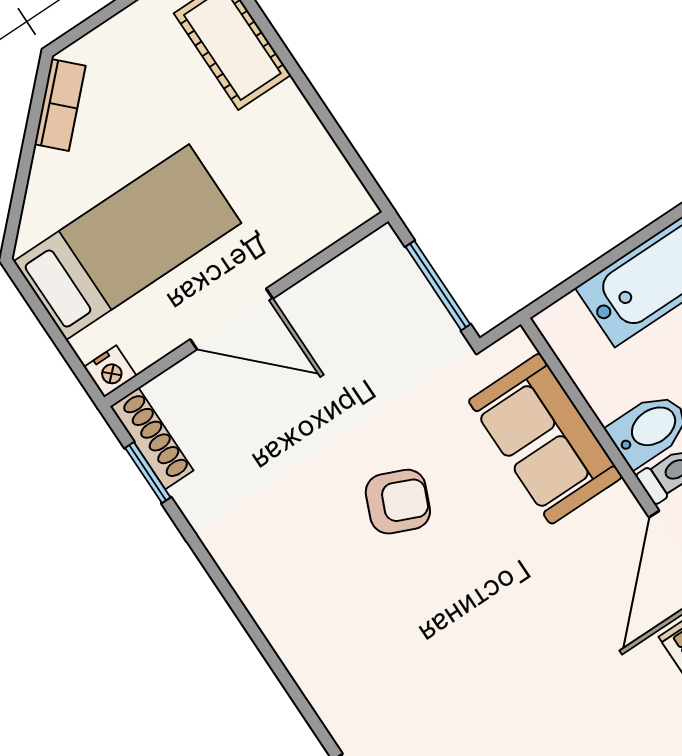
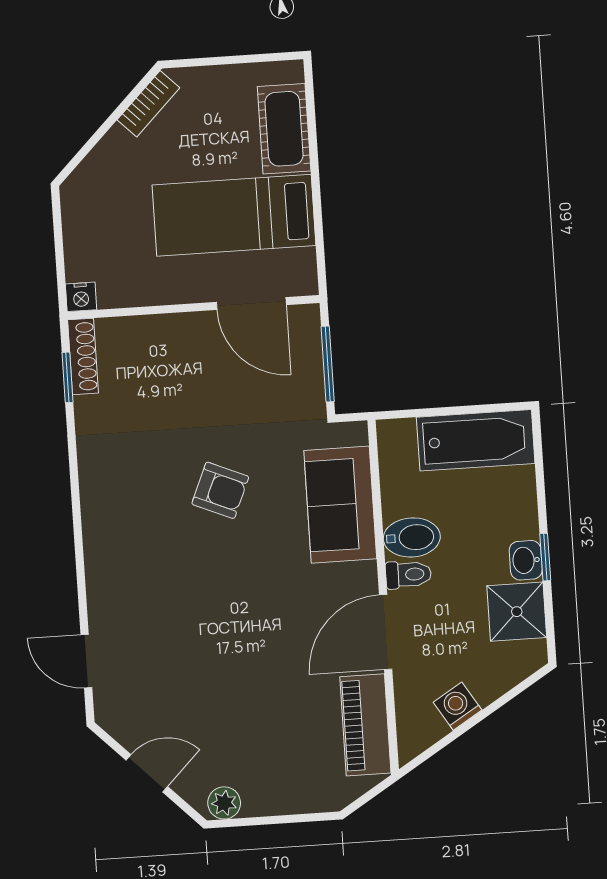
bed: (127, 242) -> (234, 215), moved, turned 180
door: (231, 319) -> (251, 304), moved

